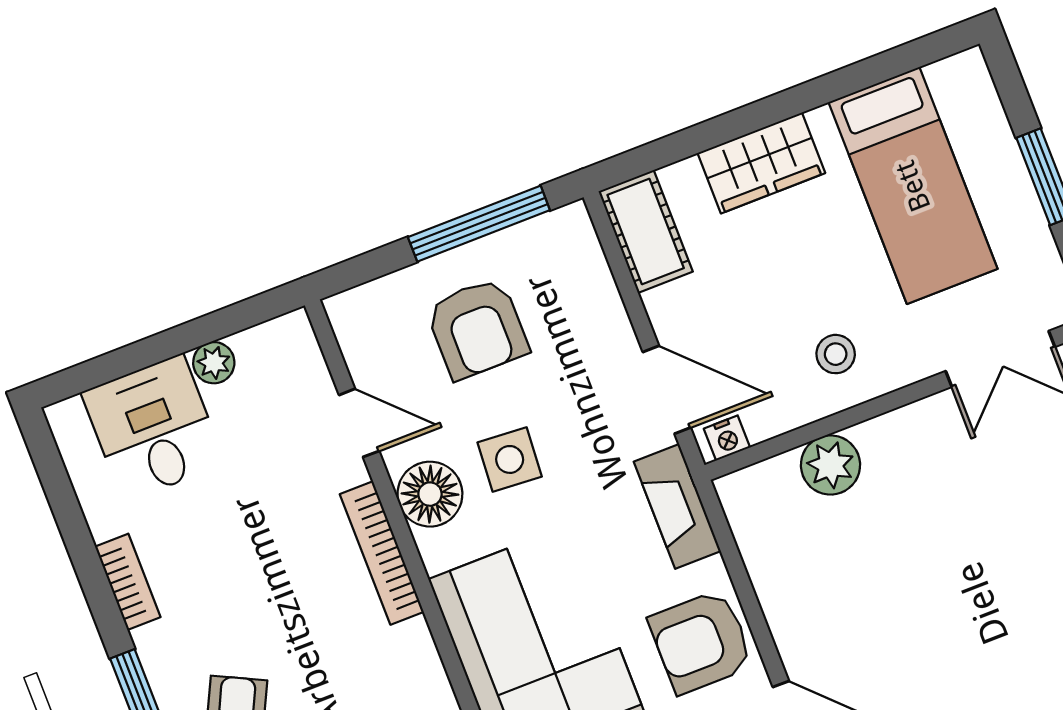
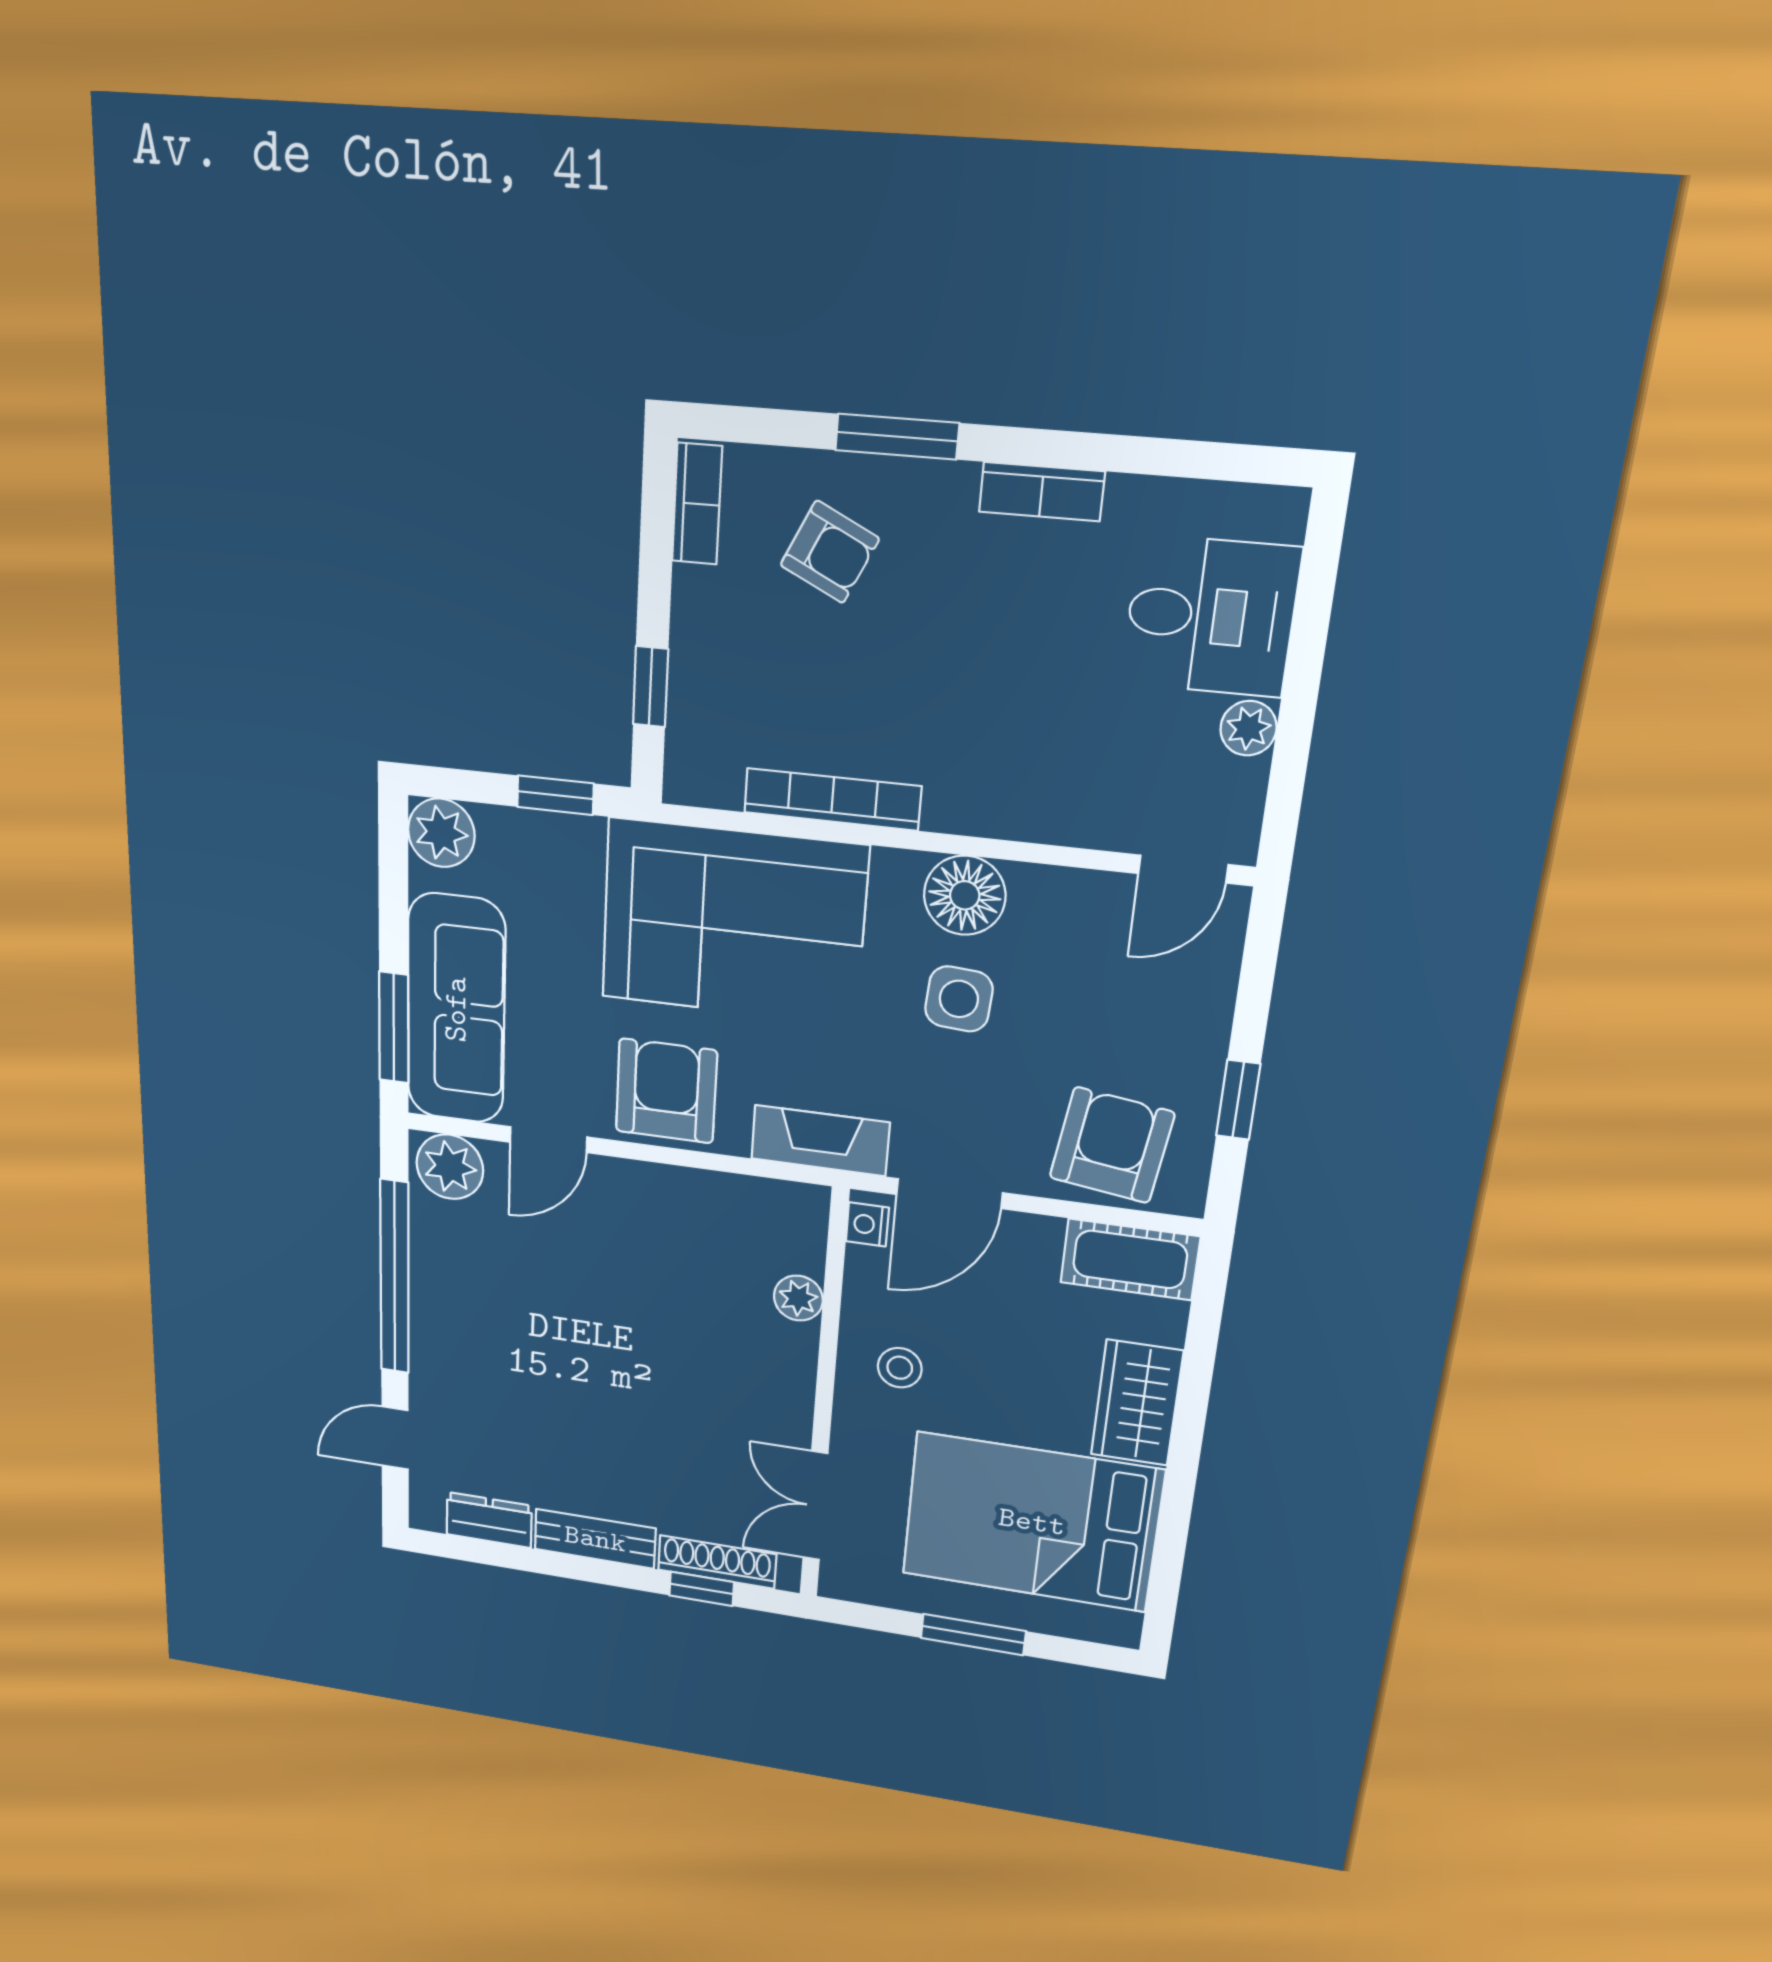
bed: (913, 186) -> (1032, 1522), width x1.50
window: (479, 224) -> (1238, 1100), width x0.46
armchair: (477, 329) -> (1112, 1145), moved, turned 98
door: (359, 423) -> (1183, 869), moved
plant: (830, 465) -> (798, 1298), width x0.73, depth x0.73
bookcase: (382, 553) -> (832, 799), moved

